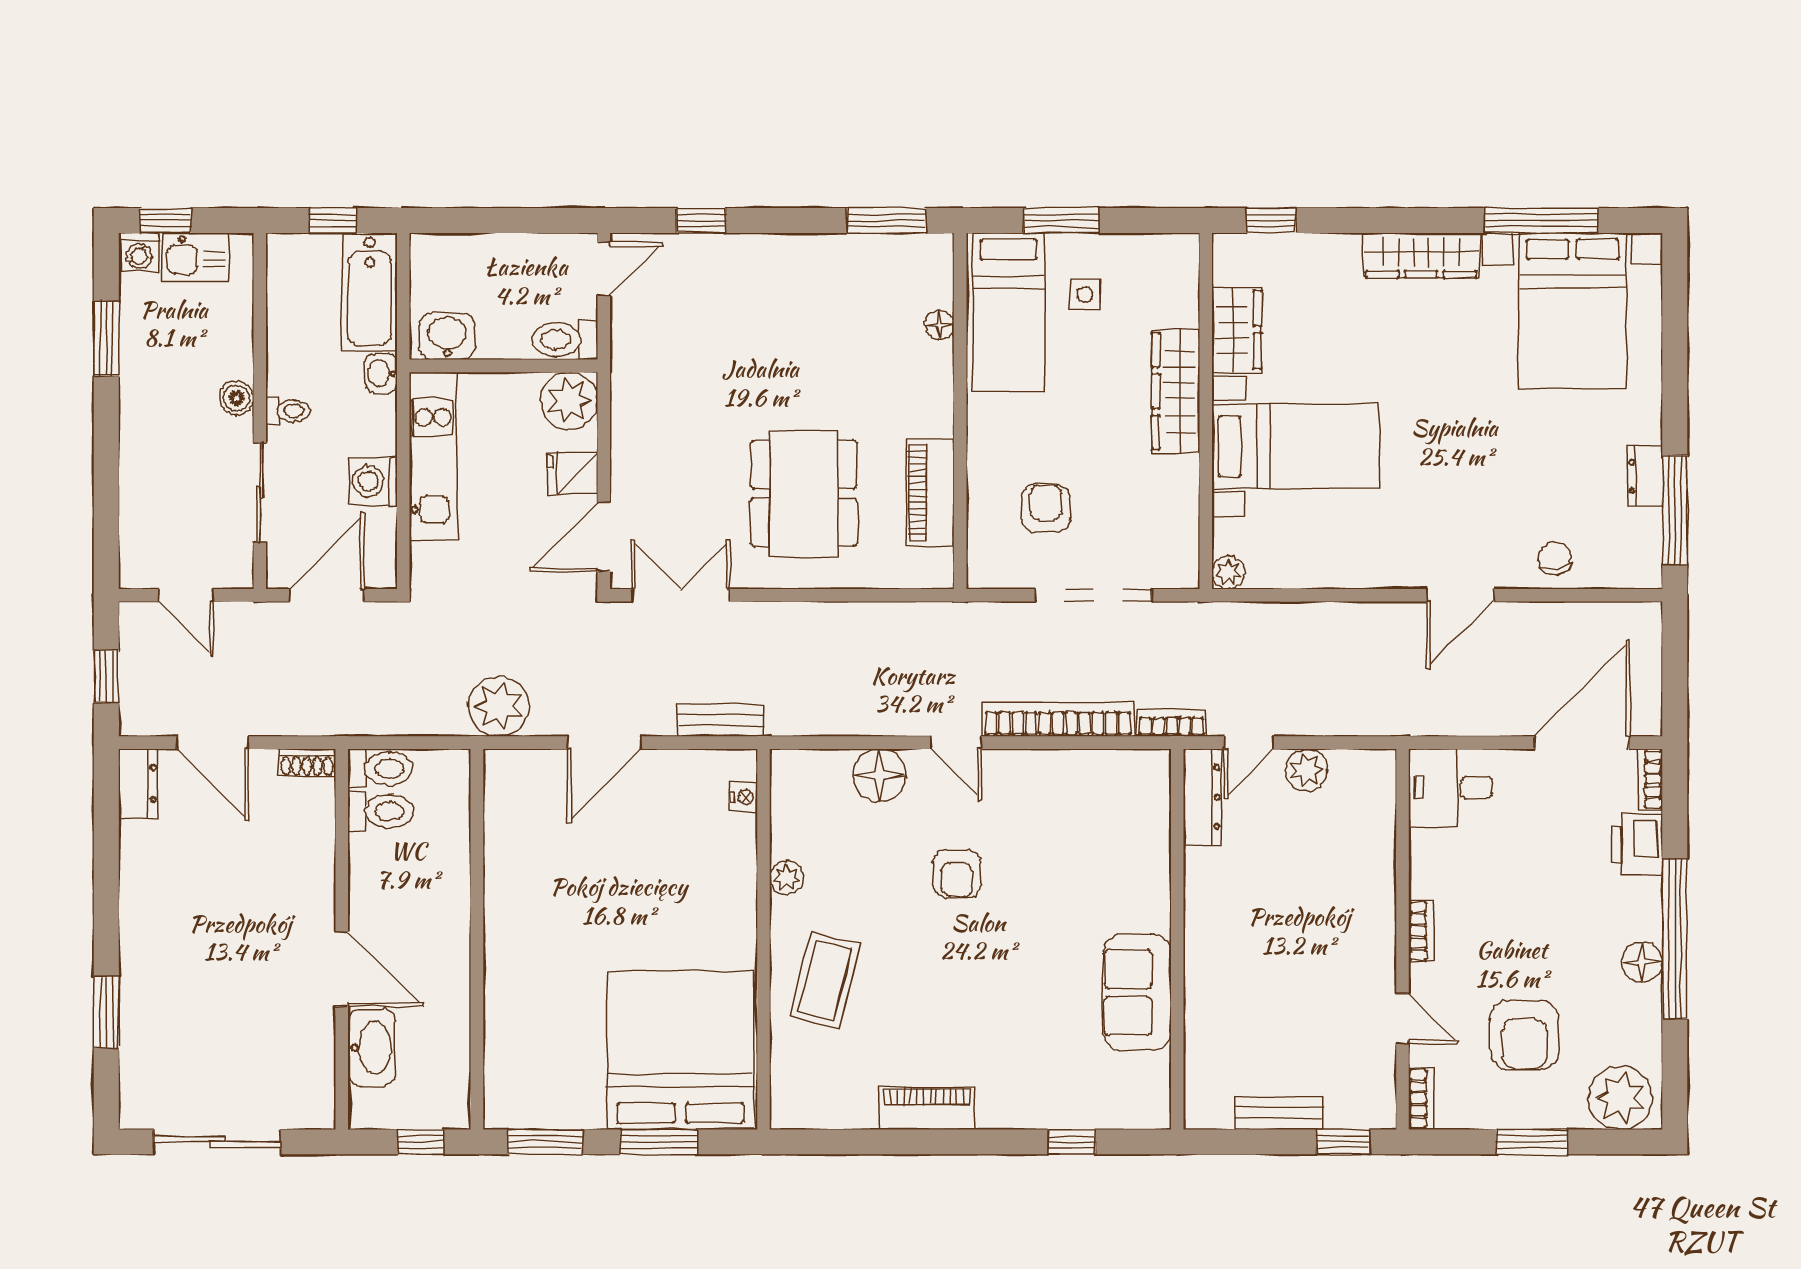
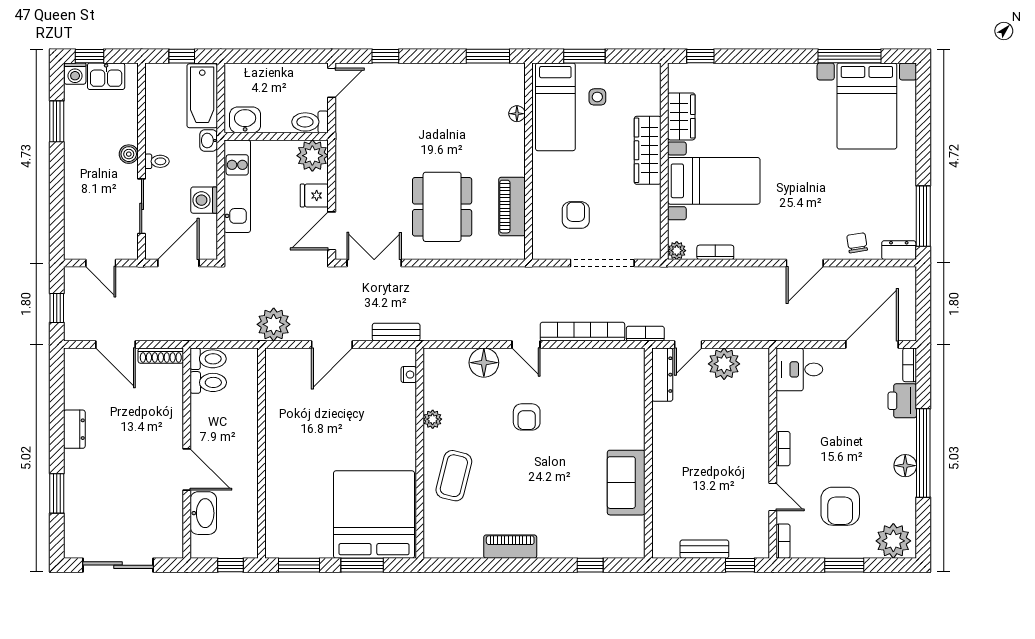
wardrobe: (1421, 255) -> (783, 75), removed
dresser: (1645, 477) -> (899, 250), moved, turned 90
bookcase: (1298, 576) -> (715, 252), added
shoe rack: (307, 763) -> (161, 356), width x1.43
plant: (1306, 770) -> (724, 364), width x1.36, depth x1.36
dresser: (138, 784) -> (74, 429), moved

